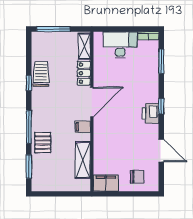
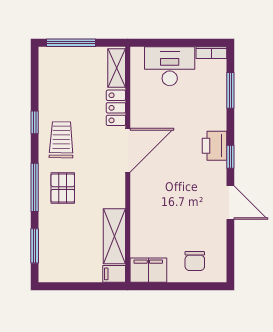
trolley: (41, 74) -> (61, 140), moved
printer: (151, 113) -> (214, 146), moved
filing cabinet: (83, 127) -> (114, 274), moved
pallet: (43, 143) -> (63, 188), moved
door: (161, 150) -> (230, 203), moved
chair: (137, 177) -> (195, 261), turned 90

